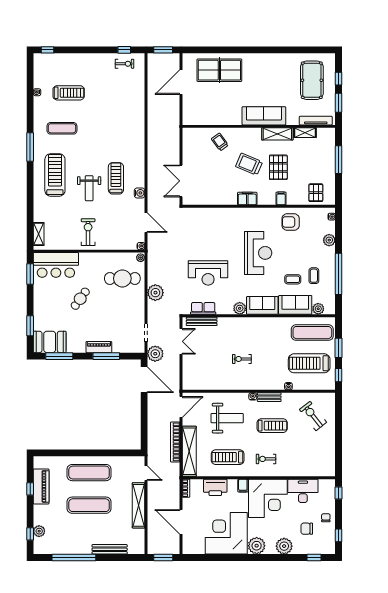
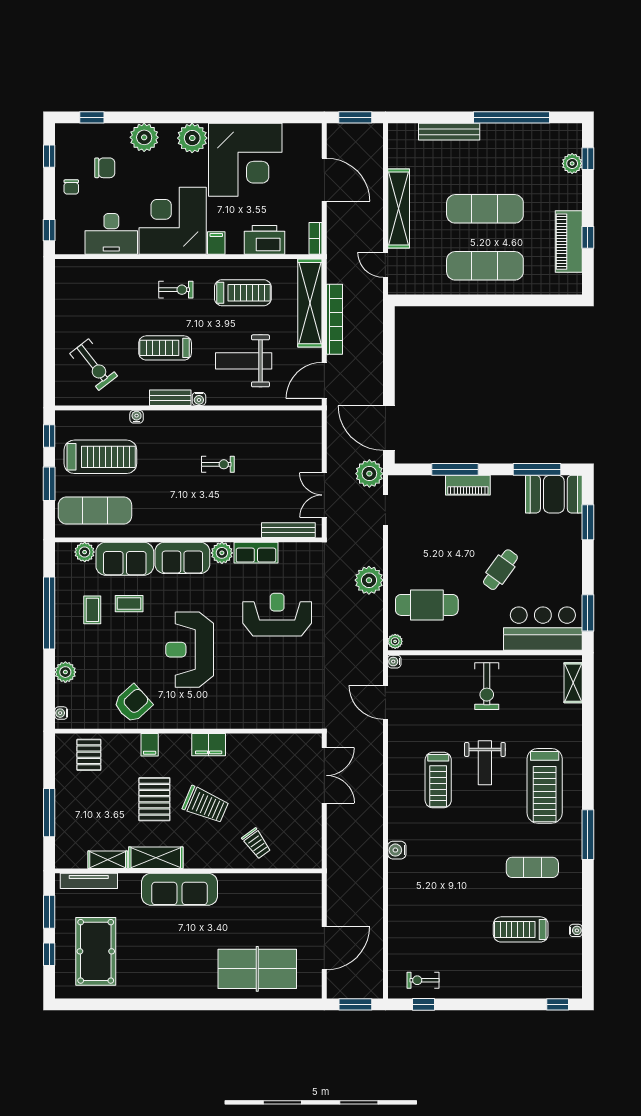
weight bench: (89, 188) -> (485, 763), turned 180
water cooler: (140, 193) -> (397, 850), moved
armchair: (291, 222) -> (133, 704), turned -42
row of seats: (203, 308) -> (256, 553), moved

